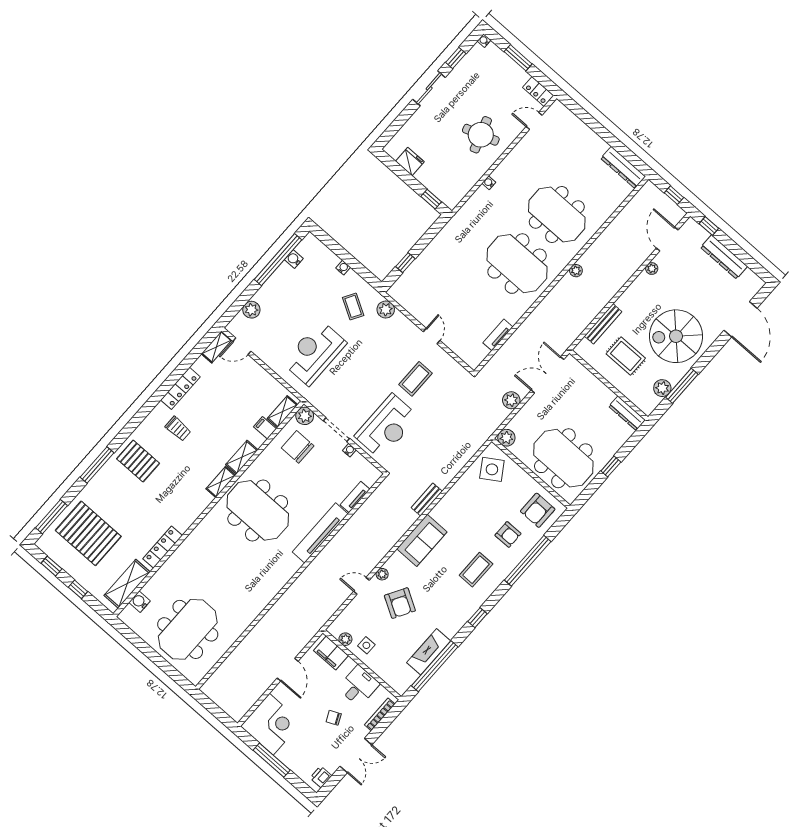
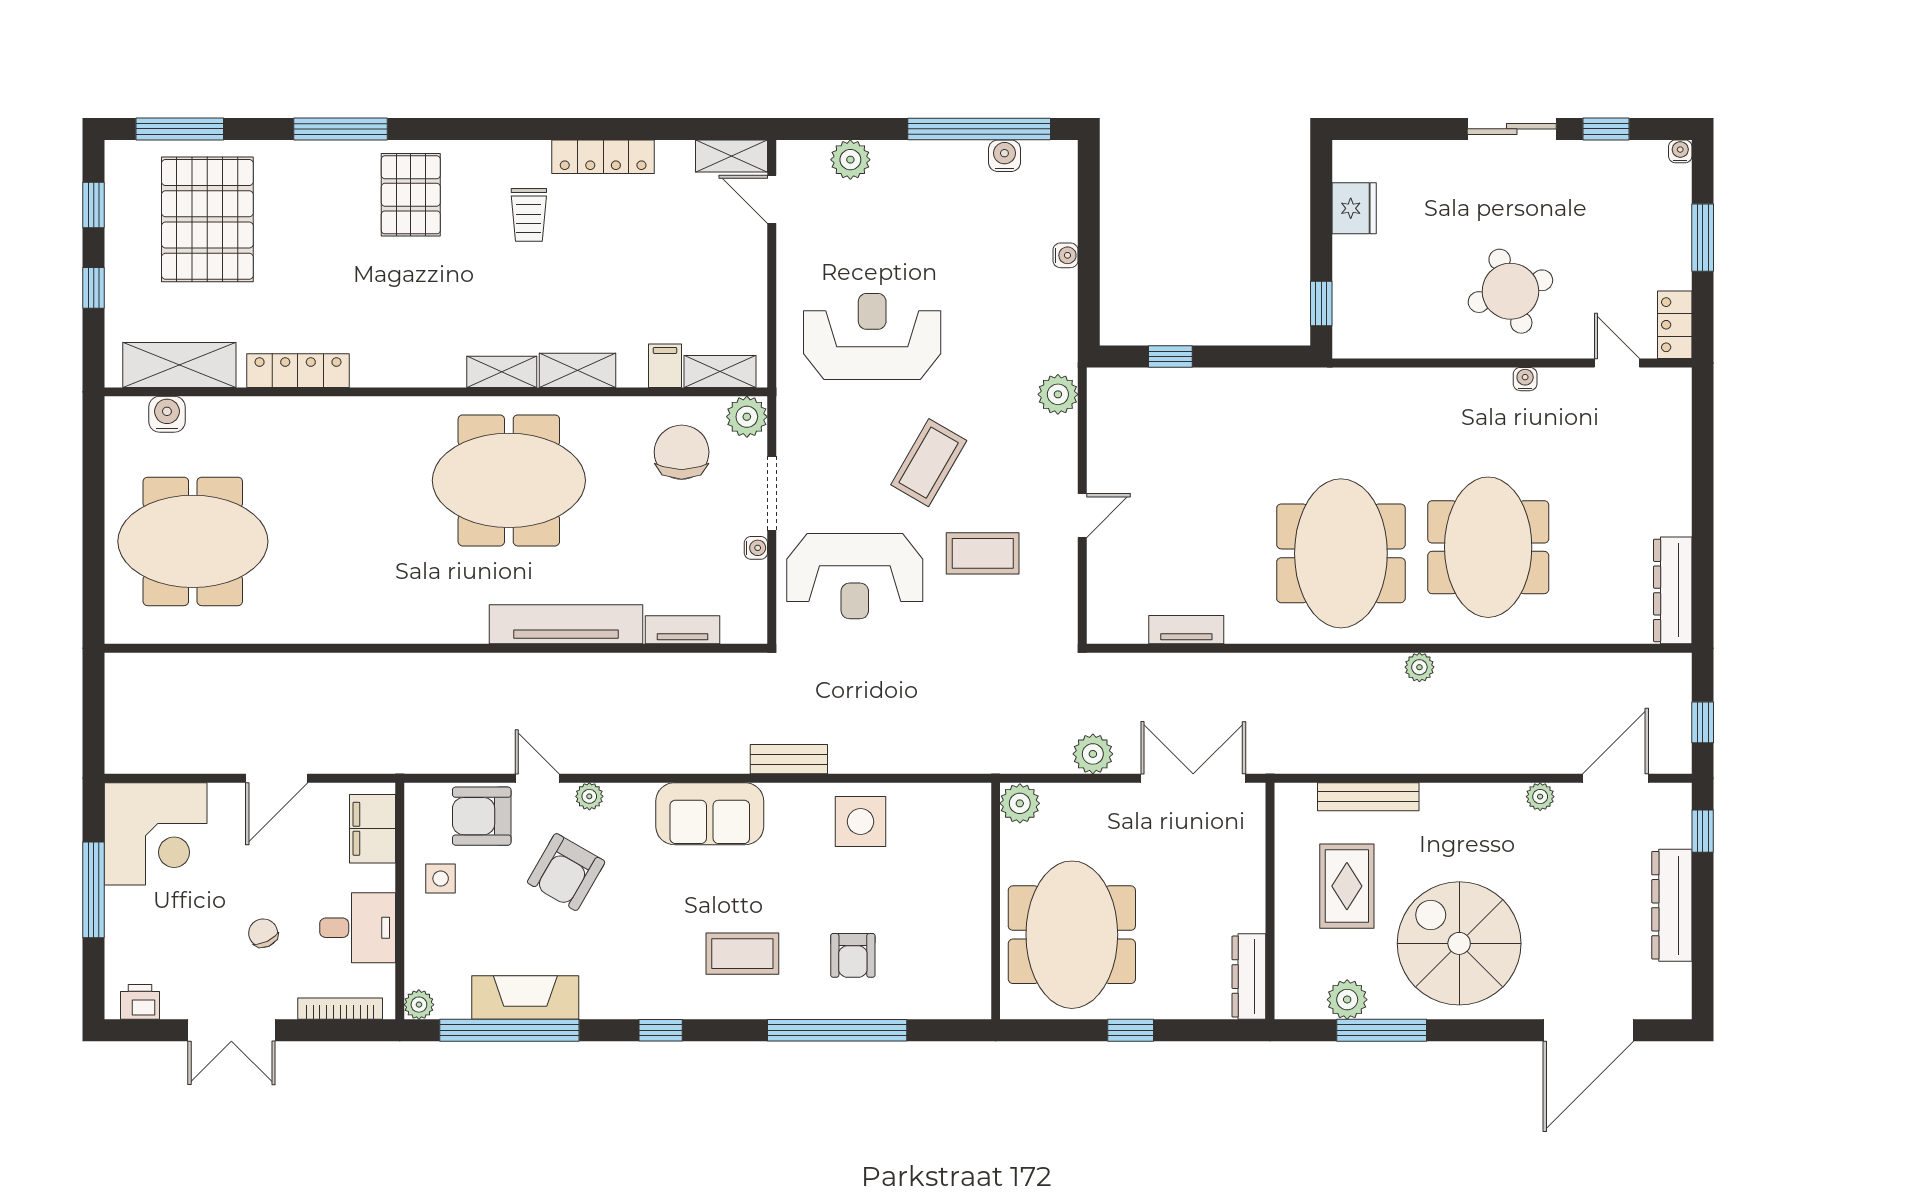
water cooler: (489, 183) -> (1525, 379), moved
coffee table: (353, 306) -> (929, 463), moved, width x1.36, depth x1.30
side table: (492, 469) -> (861, 822), moved, turned 33
meeting table: (258, 510) -> (509, 480), turned 90
armchair: (538, 510) -> (482, 816), moved
plant: (345, 639) -> (419, 1005), moved

